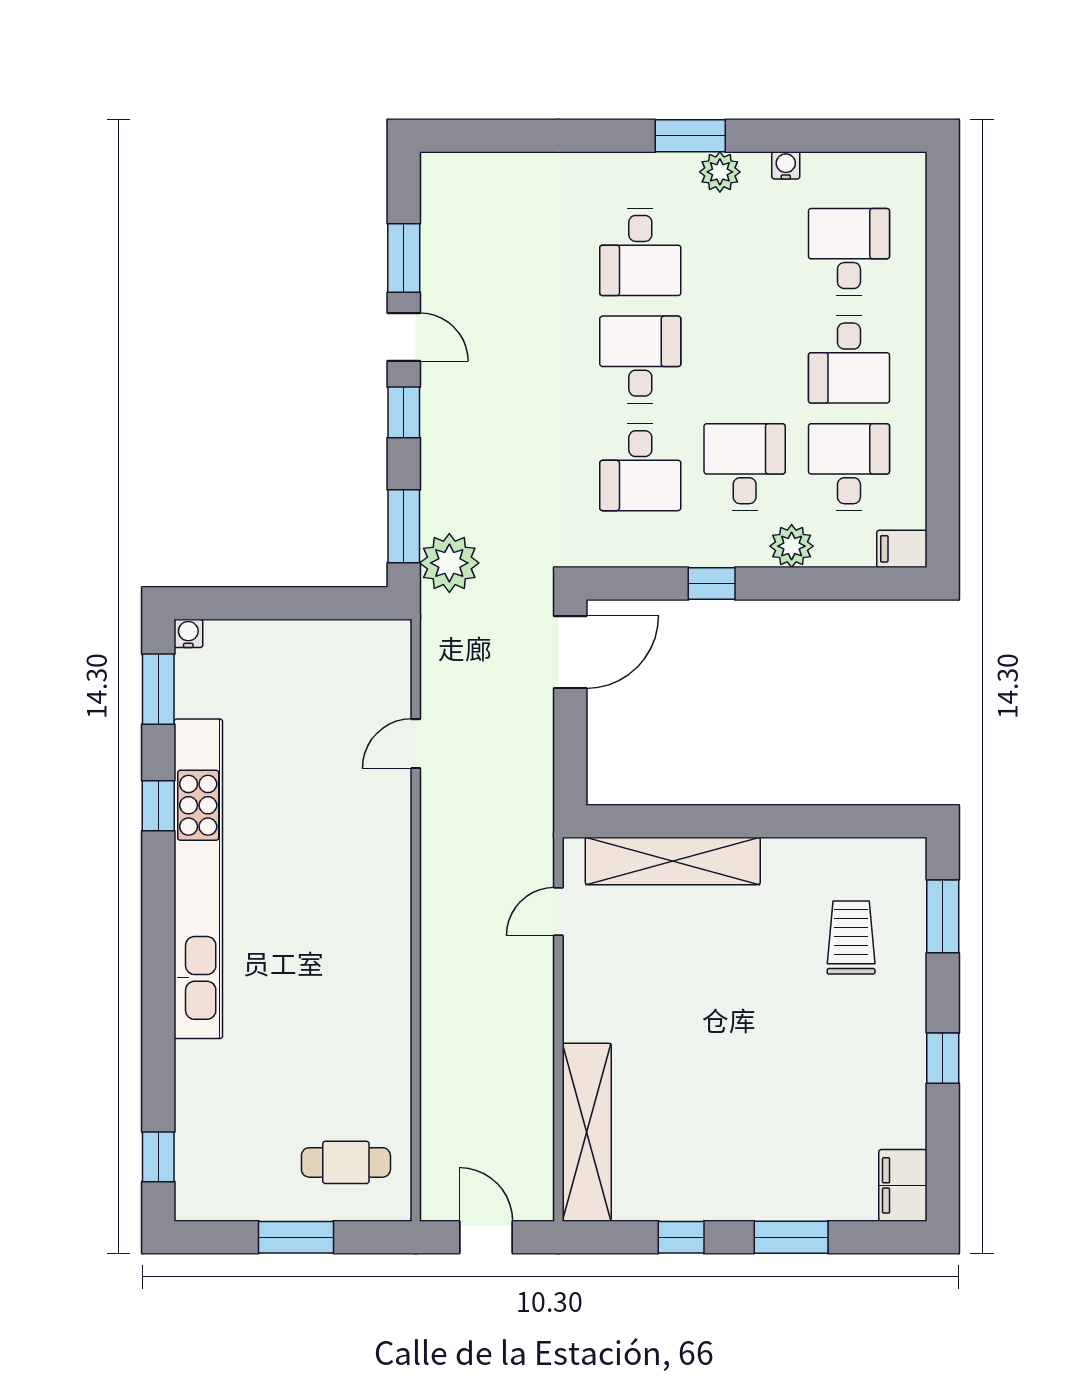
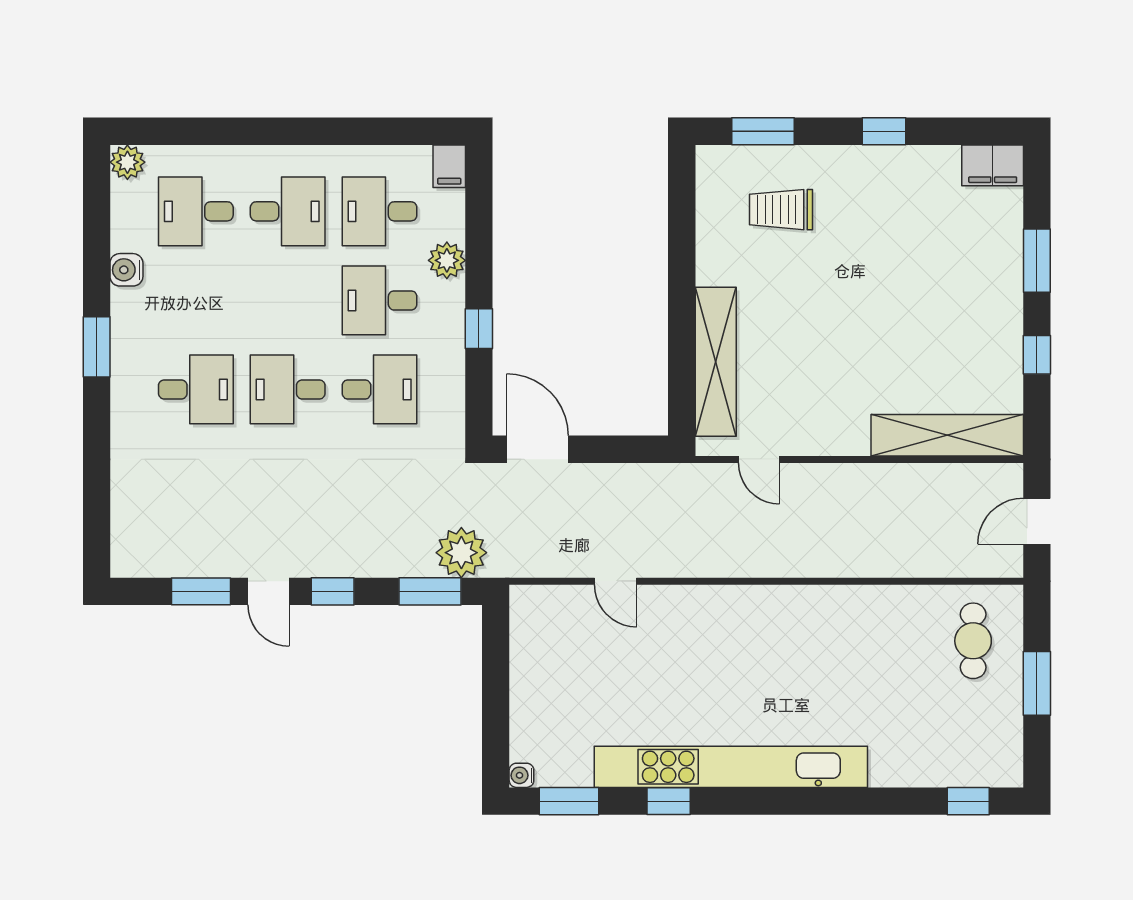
water cooler: (786, 165) -> (126, 270), width x1.38, depth x1.38
plant: (720, 172) -> (127, 162), moved
door: (404, 337) -> (268, 591), swing flipped

